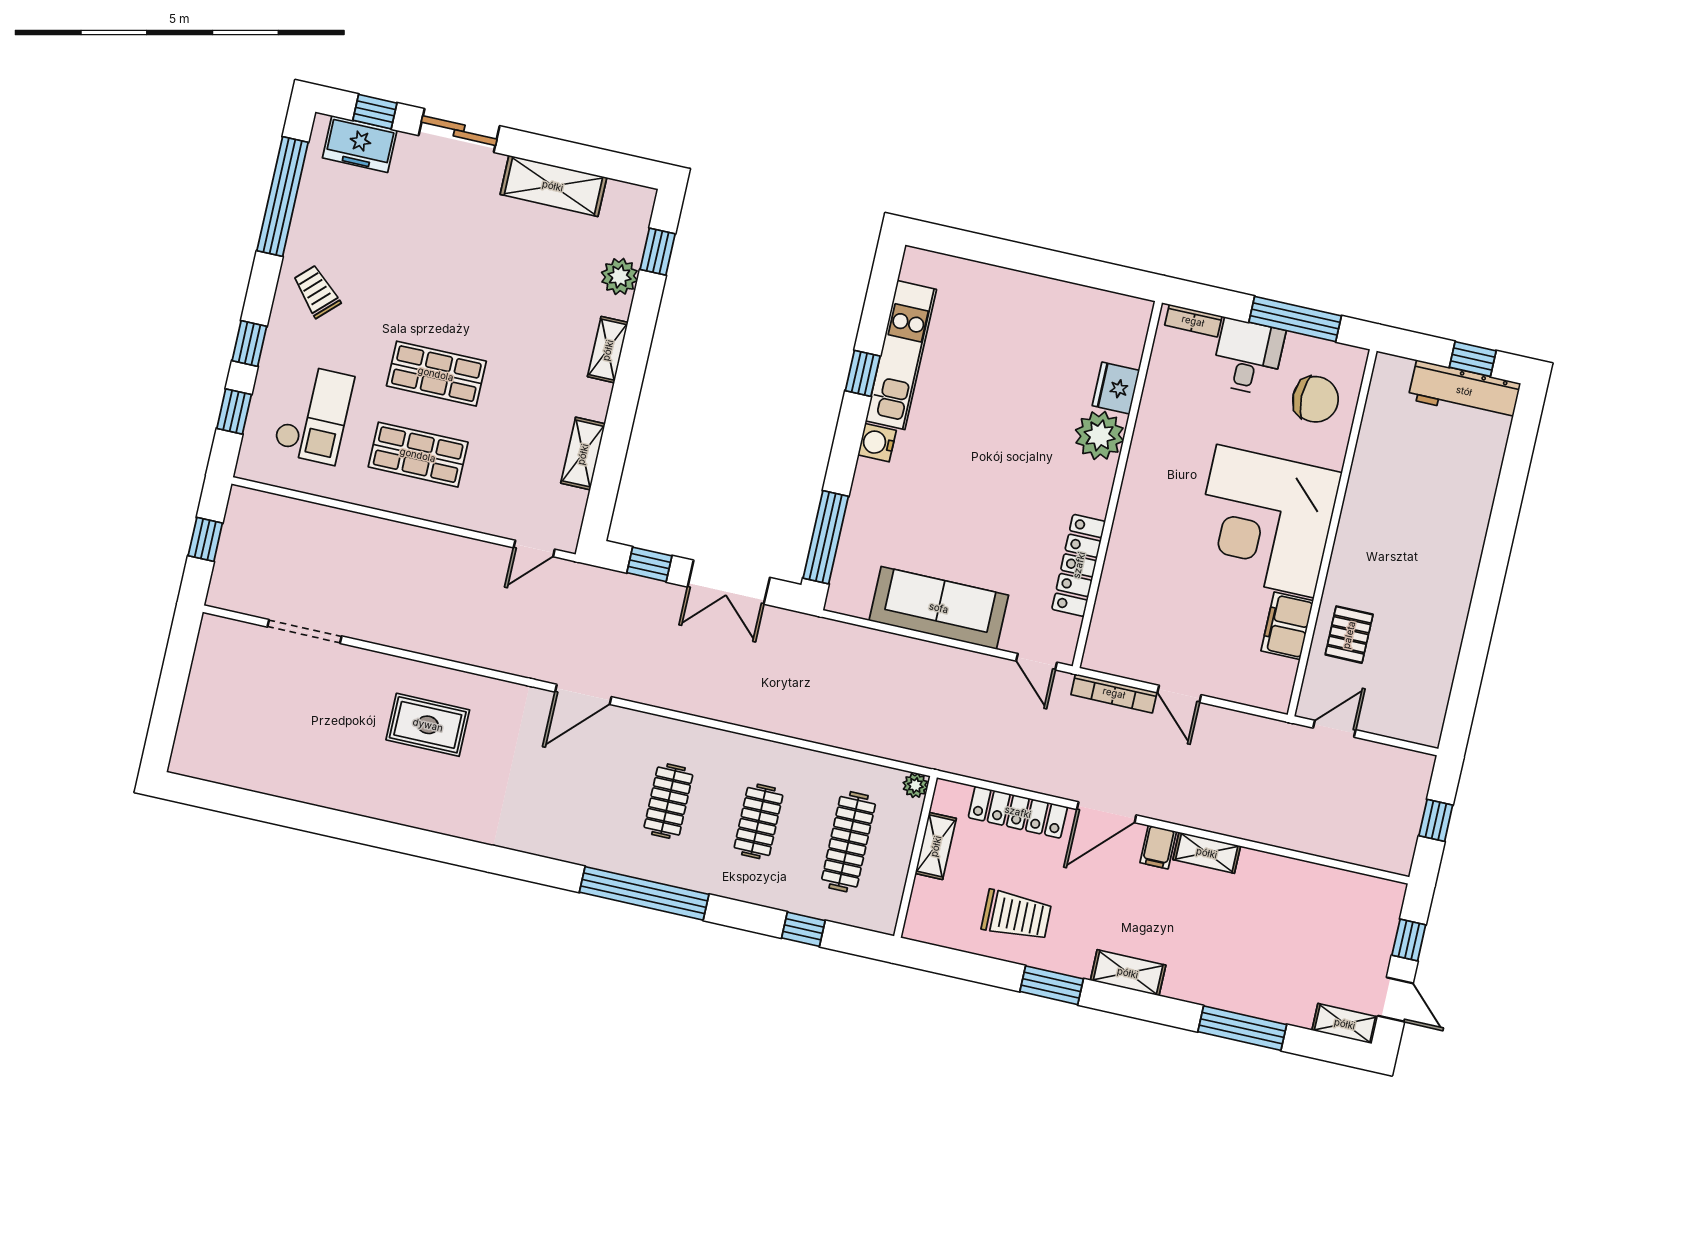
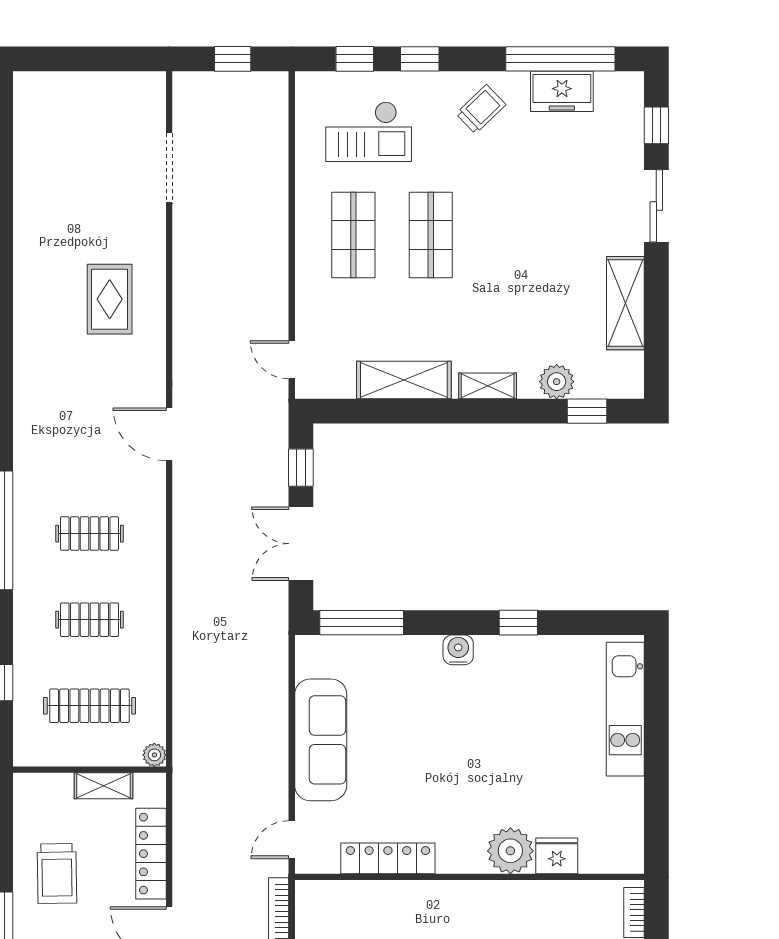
freezer: (360, 144) -> (562, 91), moved, turned -90
kitchen unit: (901, 355) -> (625, 709), moved, turned 90
shelving: (583, 454) -> (404, 380), width x1.50, depth x1.33

